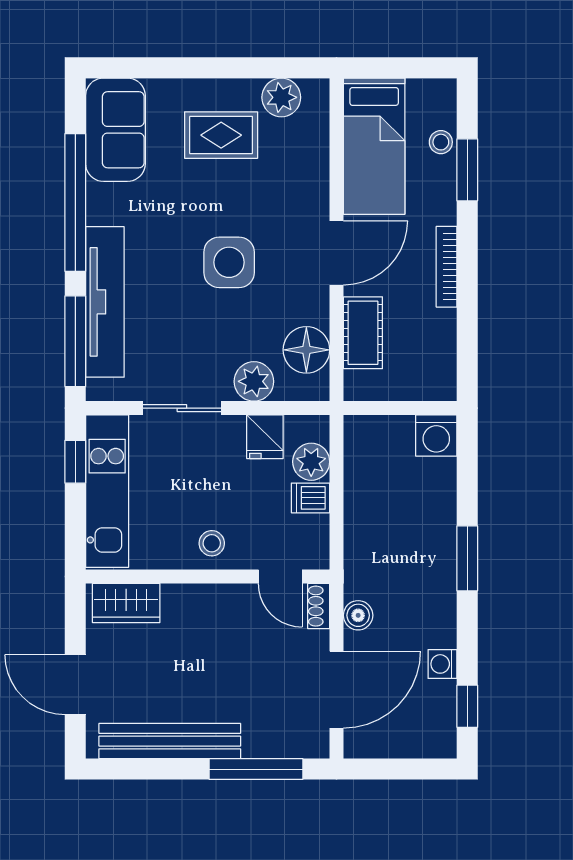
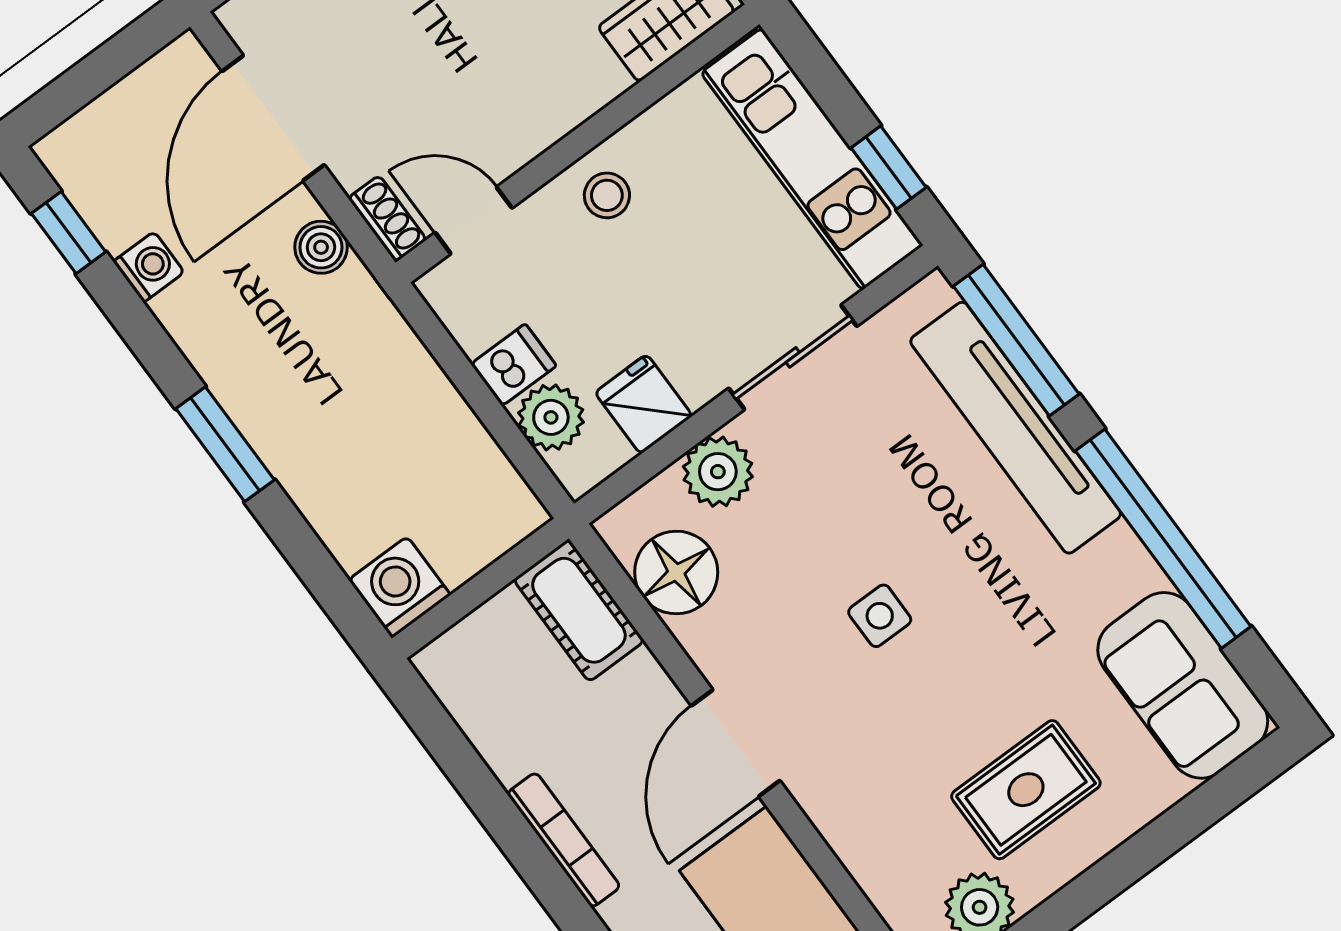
side table: (229, 262) -> (880, 616), width x0.54, depth x0.54
cot: (363, 333) -> (579, 610), moved

